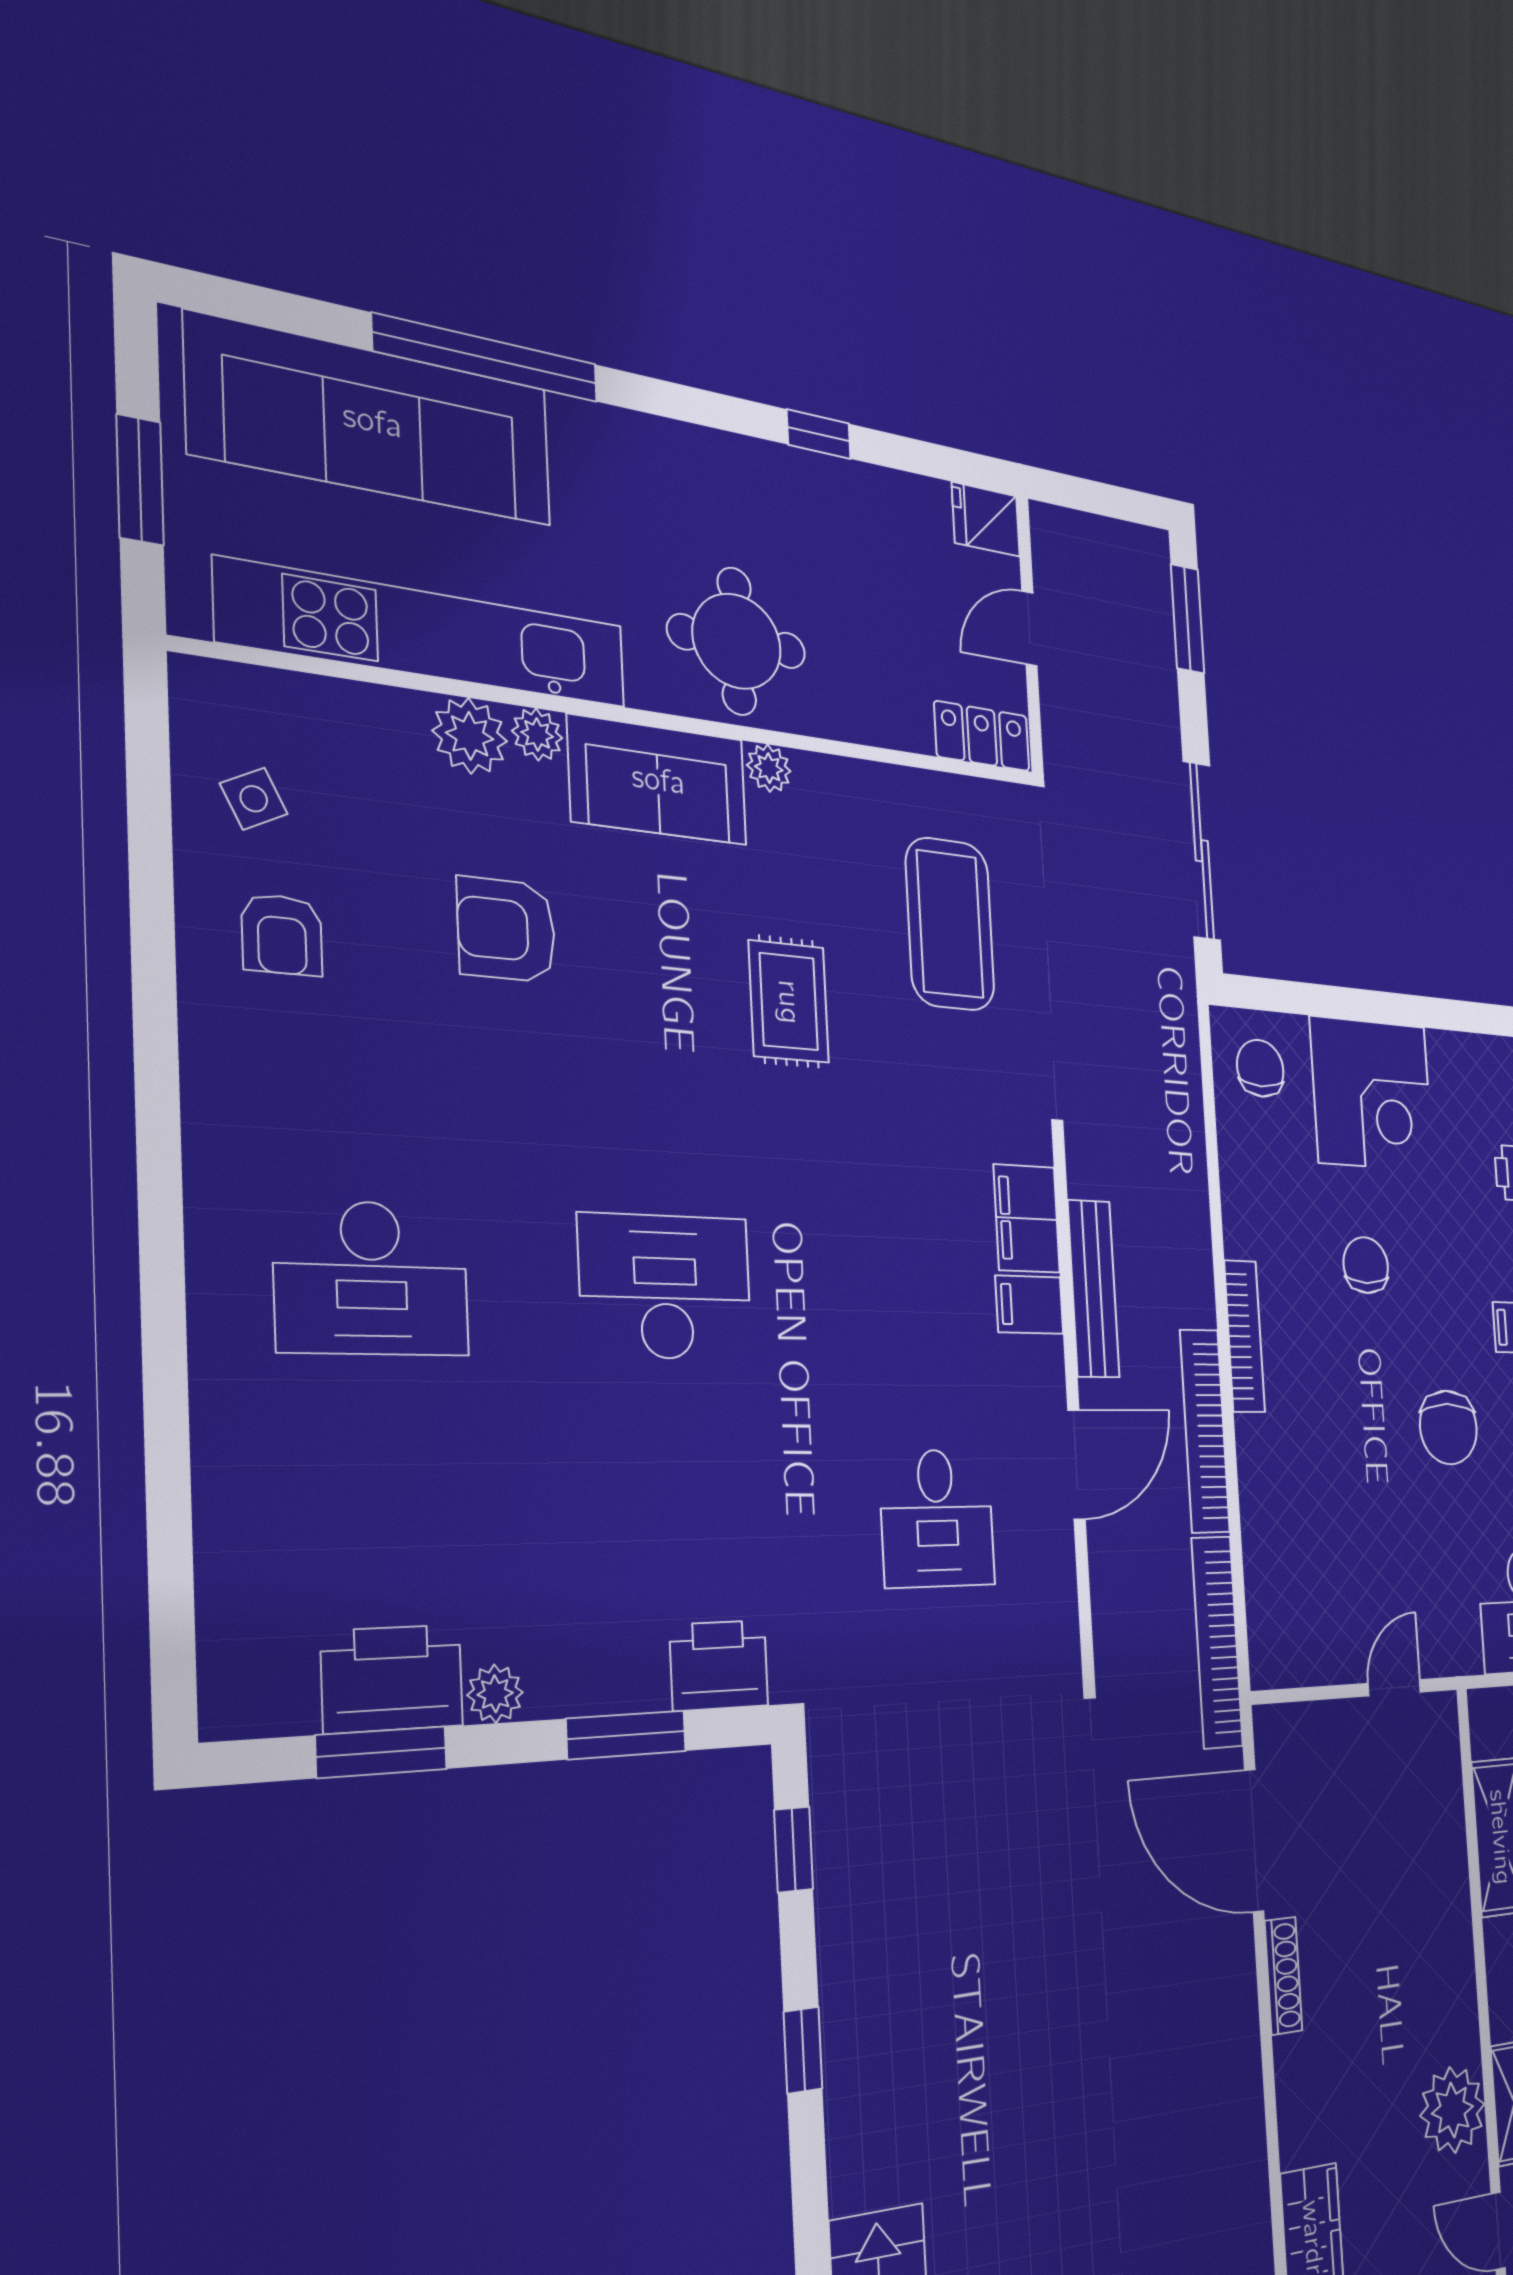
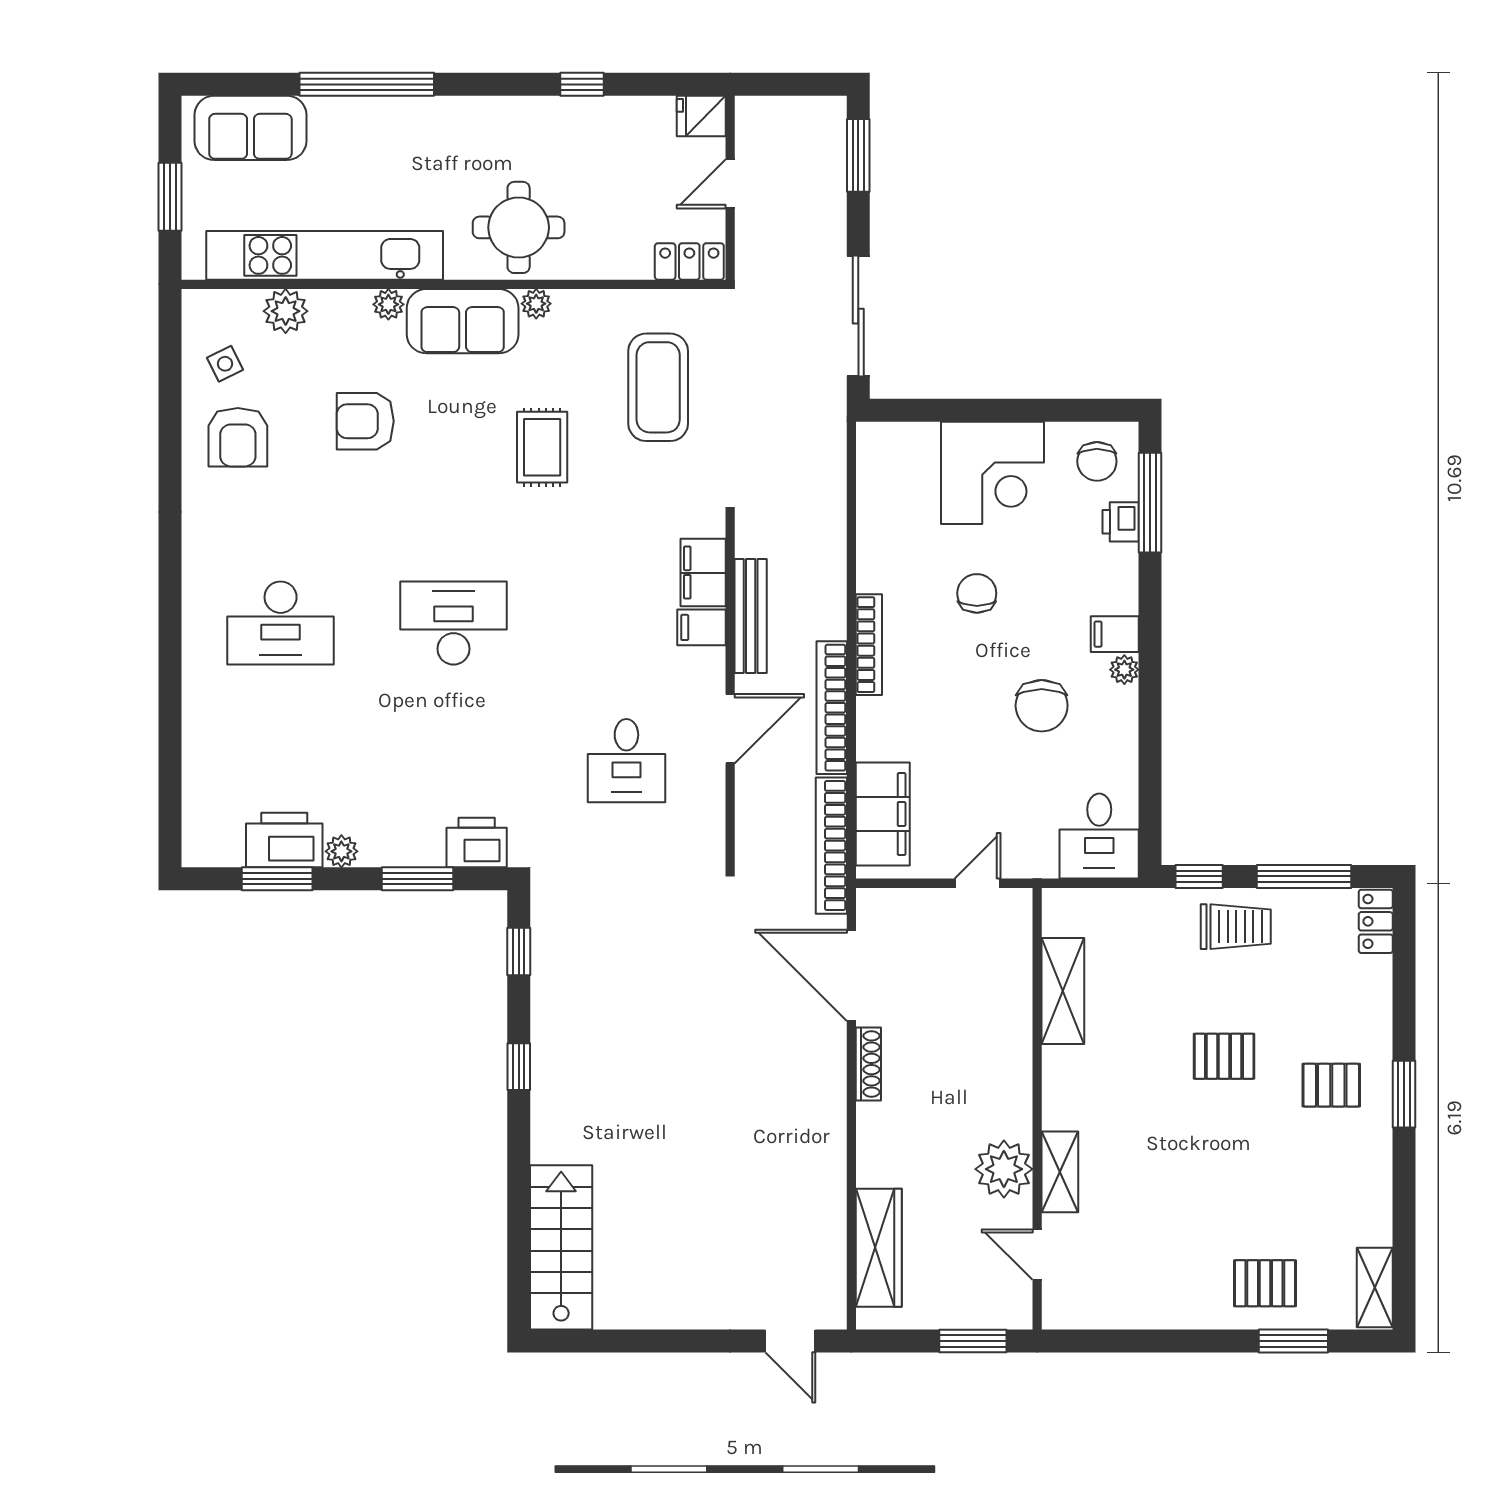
sofa: (372, 421) -> (250, 128), width x0.54, depth x0.79
plant: (470, 736) -> (286, 311), moved
armchair: (282, 935) -> (238, 437), width x1.38, depth x1.38
chair: (1260, 1068) -> (1097, 461), moved, turned 180
filing cabinet: (1277, 1591) -> (883, 814), added

